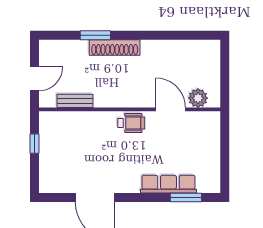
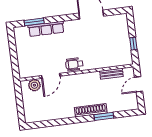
door: (171, 109) -> (51, 76), hinge flipped

